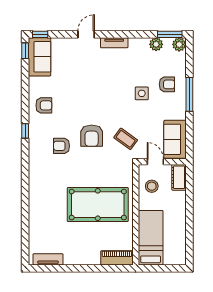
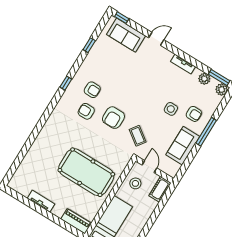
tv unit: (114, 43) -> (183, 64), moved
window: (25, 51) -> (89, 45), moved
sofa: (40, 57) -> (126, 35), moved, turned 90
armchair: (44, 105) -> (92, 90), moved
sofa: (175, 139) -> (183, 146), moved
tv unit: (48, 259) -> (41, 201), moved

